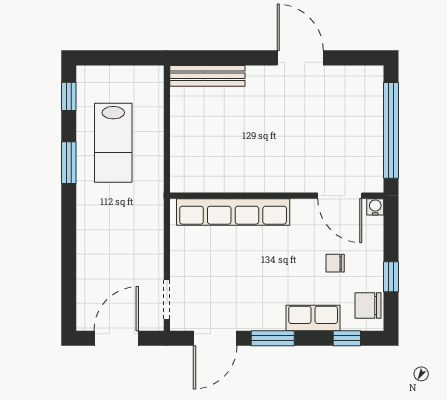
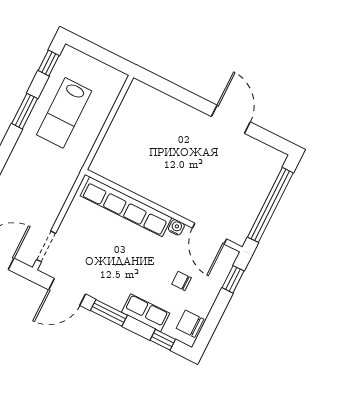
bench: (207, 76) -> (157, 98), removed
water cooler: (375, 207) -> (176, 227), moved
window: (391, 277) -> (233, 279), moved

